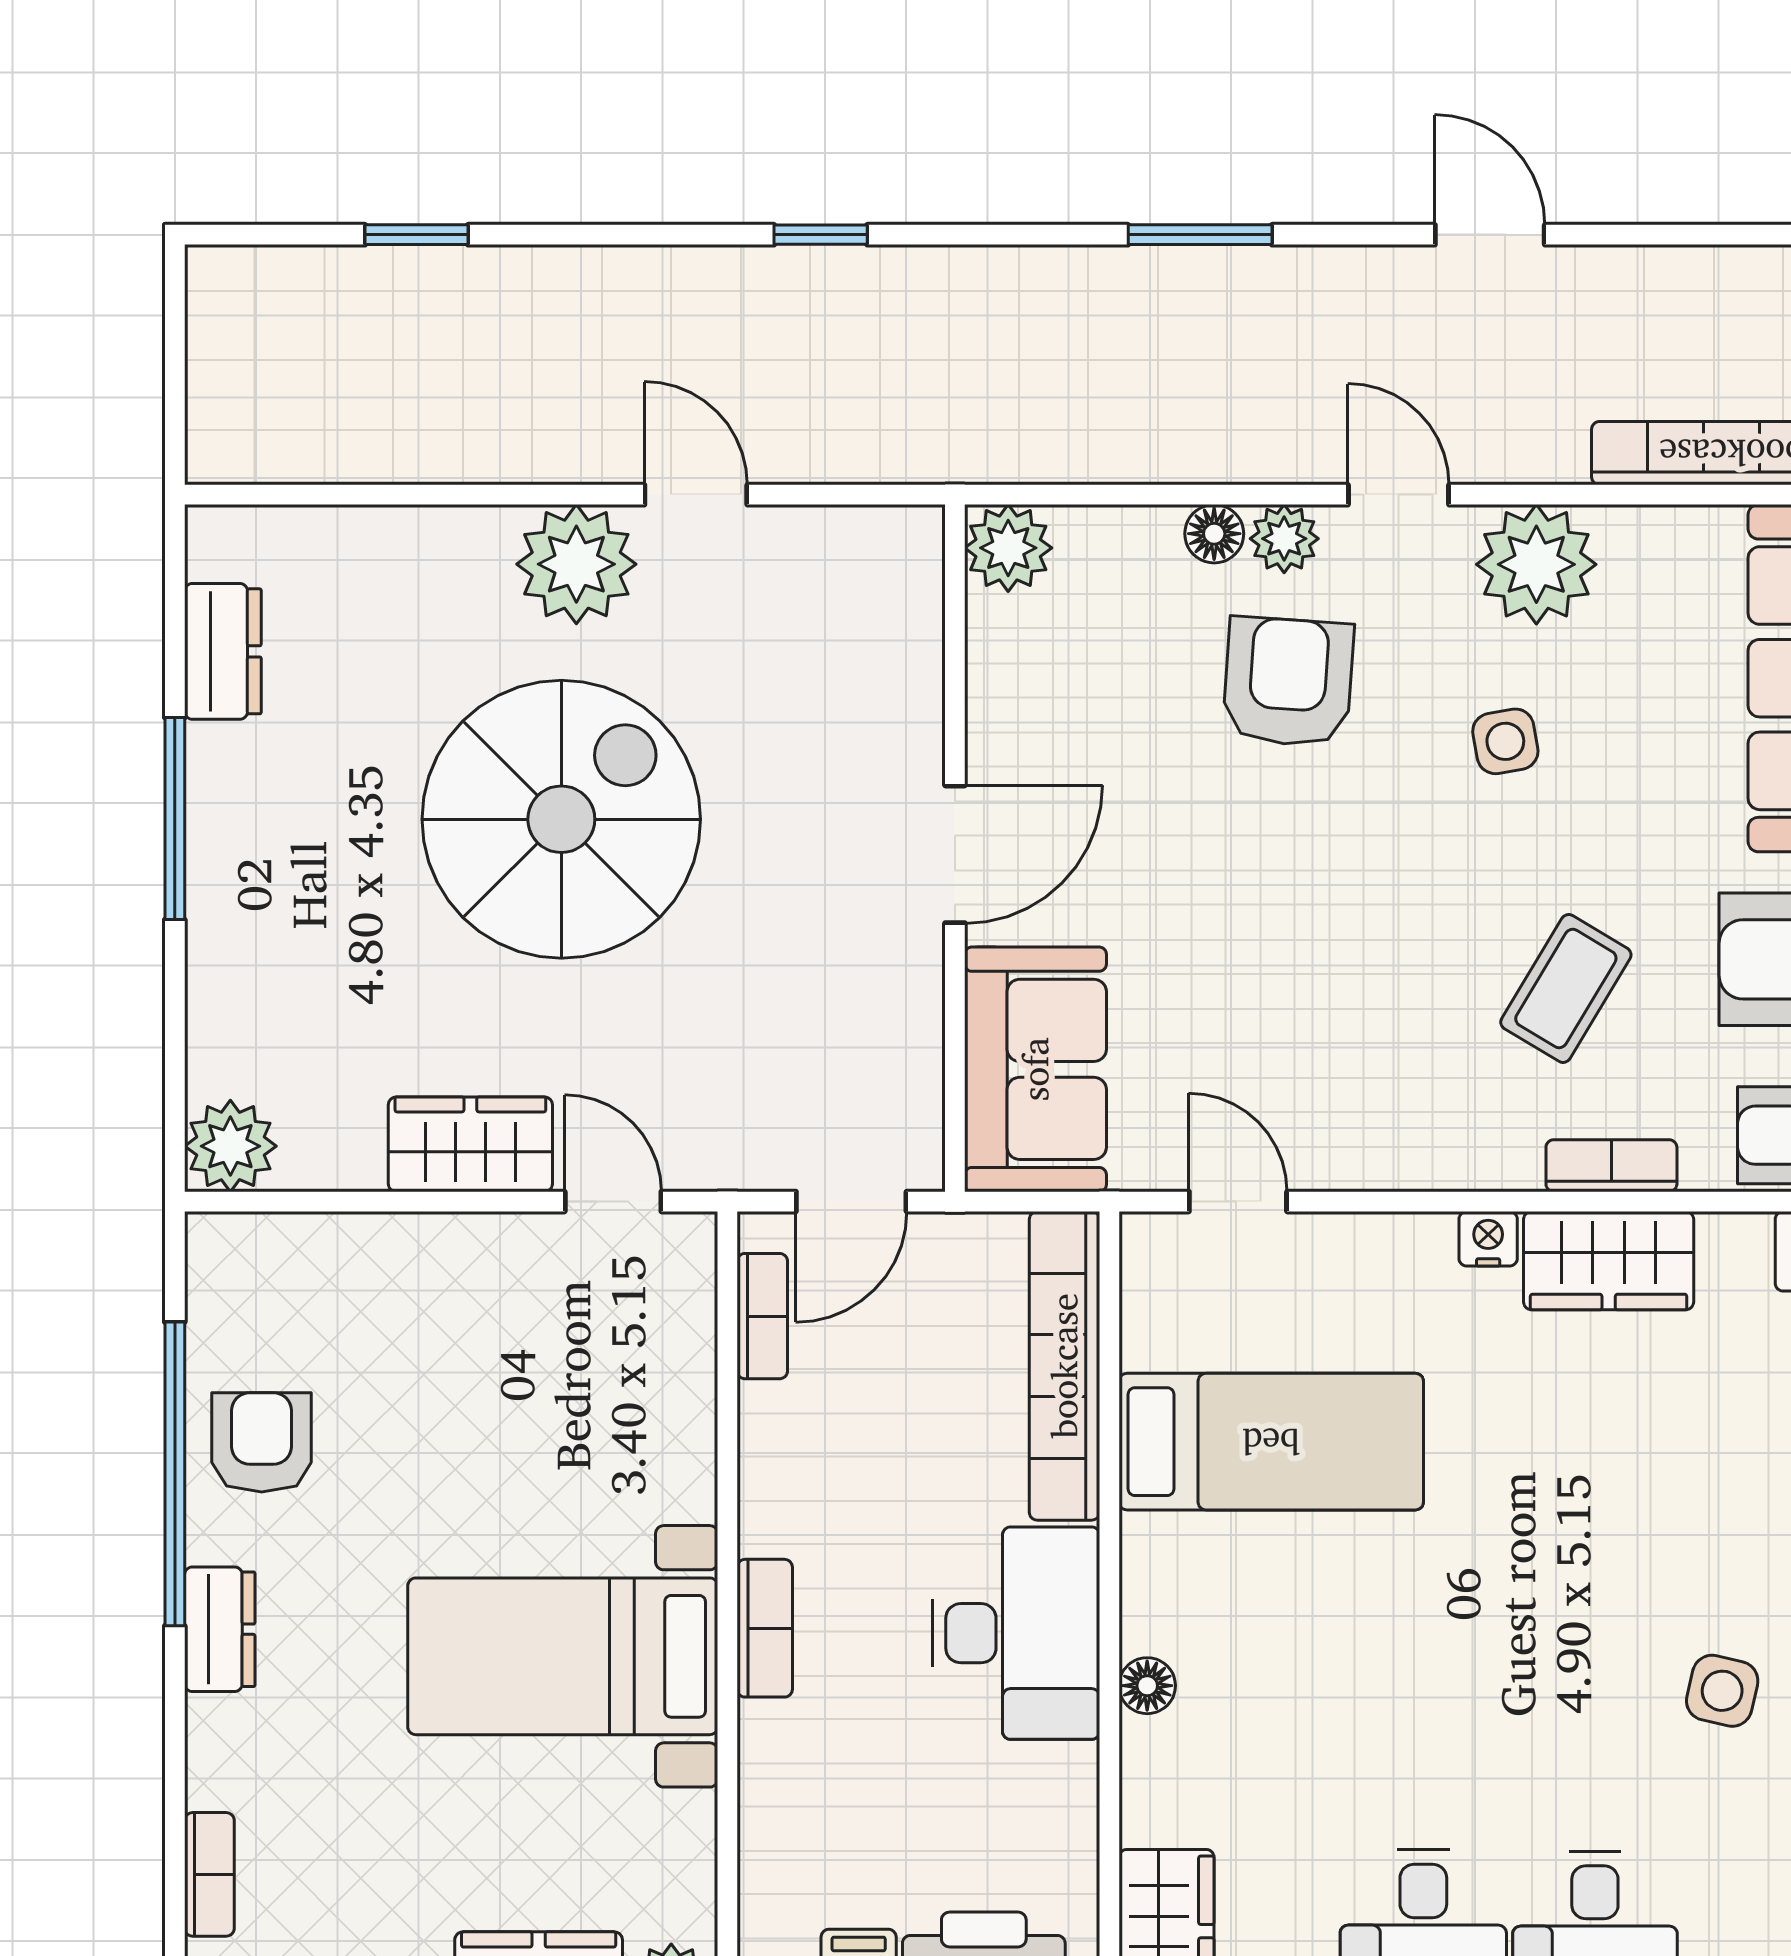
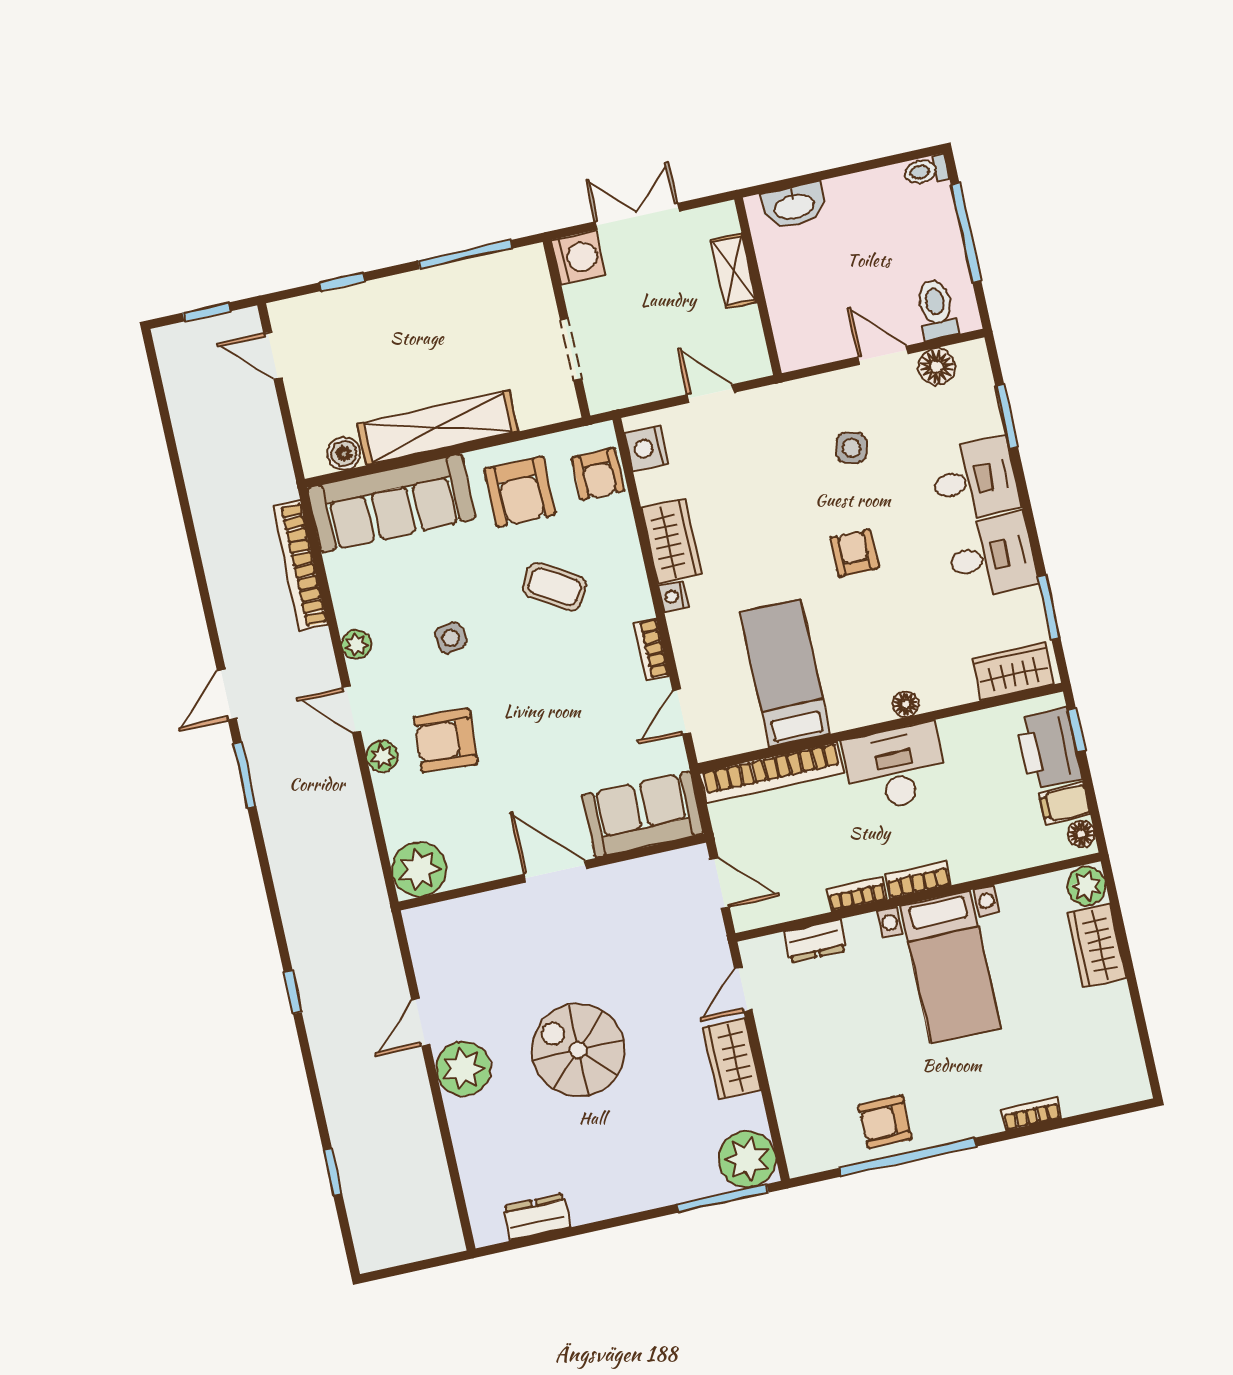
window: (1200, 235) -> (245, 775), moved
door: (1399, 495) -> (351, 710), hinge flipped
floor lamp: (1214, 534) -> (387, 788), removed
plant: (1008, 548) -> (419, 869), width x1.36, depth x1.36
plant: (1536, 564) -> (356, 644), width x0.53, depth x0.53
window: (175, 819) -> (722, 1198), moved
spiral stairs: (561, 819) -> (578, 1050), width x0.73, depth x0.73
plant: (230, 1146) -> (747, 1159), width x1.36, depth x1.36
bookcase: (1611, 1166) -> (651, 649), moved
bookcase: (762, 1316) -> (857, 895), moved
dresser: (220, 1629) -> (815, 941), moved, turned 180
armchair: (1495, 1647) -> (854, 553), added
bookcase: (209, 1874) -> (1031, 1114), moved

